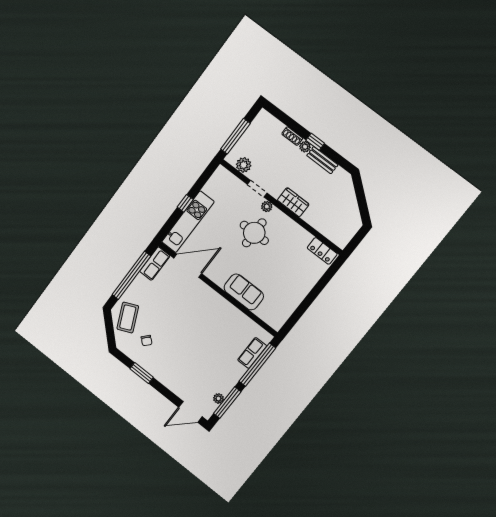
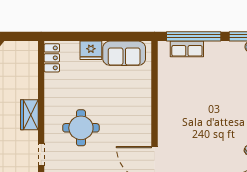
plant: (267, 206) -> (50, 134), removed
fridge: (305, 284) -> (91, 50), added
sofa: (244, 292) -> (124, 53), moved, turned -90

